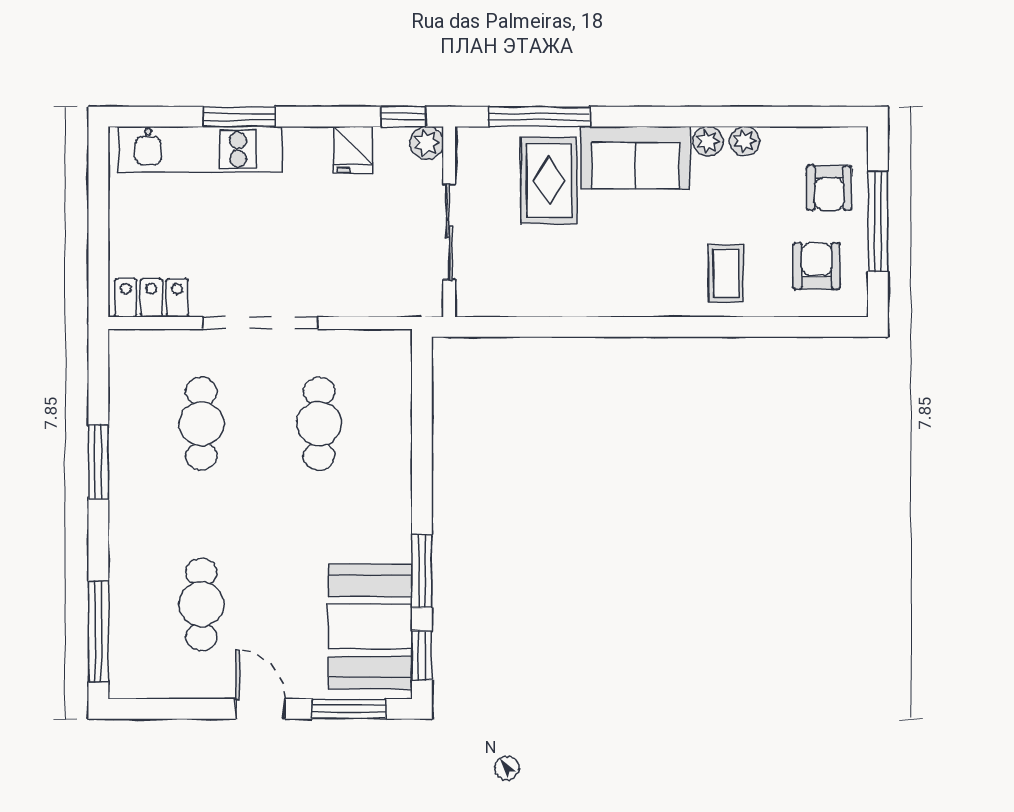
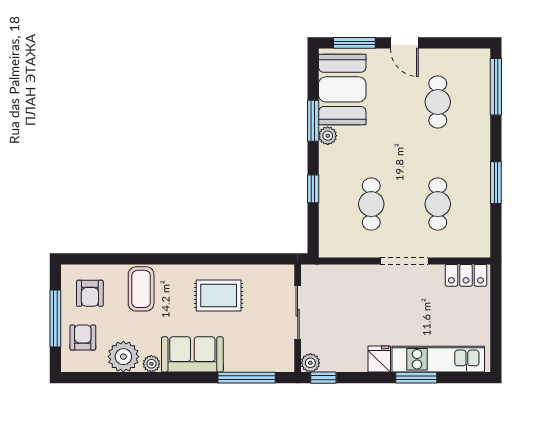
plant: (745, 141) -> (123, 357), width x1.88, depth x1.88
fridge: (353, 150) -> (379, 359), moved
rug: (549, 181) -> (219, 296), moved, turned 90
coffee table: (726, 274) -> (141, 289), width x1.36, depth x1.30
doorway: (260, 323) -> (404, 261), width x0.73
plant: (396, 545) -> (328, 136), added
window: (422, 655) -> (313, 189), moved

